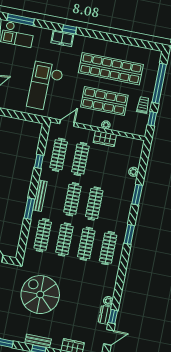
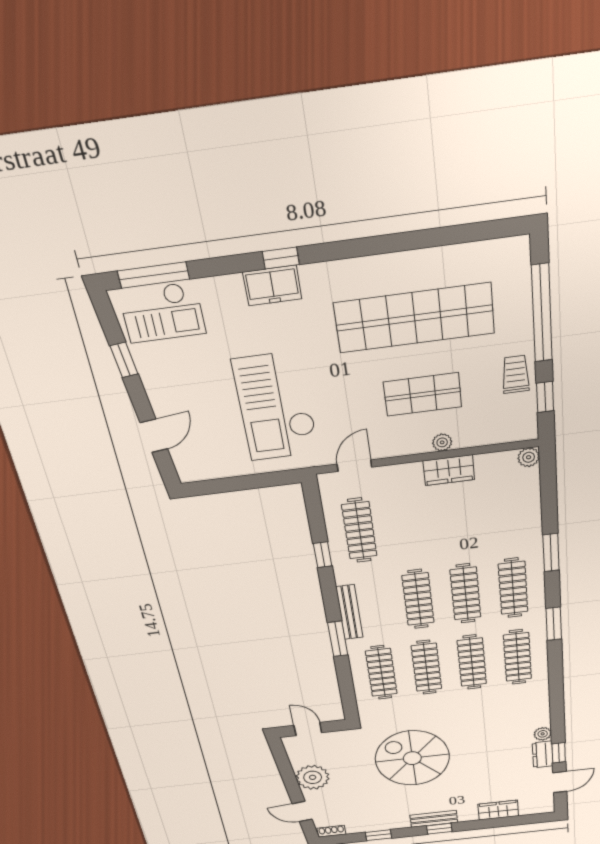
shop shelf: (104, 101) -> (423, 394), width x0.70, depth x0.74
clothes rail: (80, 159) -> (513, 588), moved
plant: (134, 172) -> (529, 457), moved

